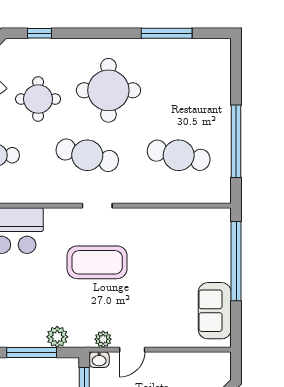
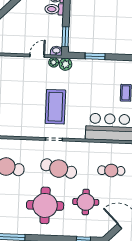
coffee table: (97, 262) -> (55, 107), turned 90
plant: (57, 337) -> (66, 64), moved
window: (32, 353) -> (95, 56), width x0.69

